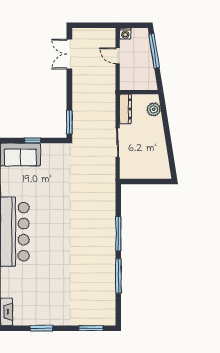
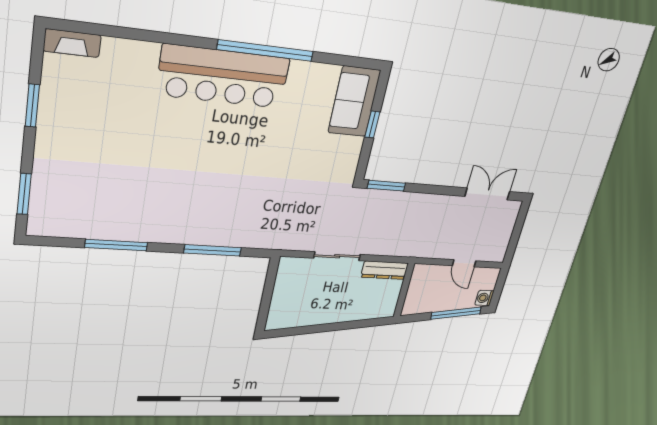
washing machine: (125, 34) -> (484, 298), moved
door: (118, 56) -> (464, 263), swing flipped
plant: (154, 109) -> (374, 310), removed
window: (118, 234) -> (213, 250), moved

